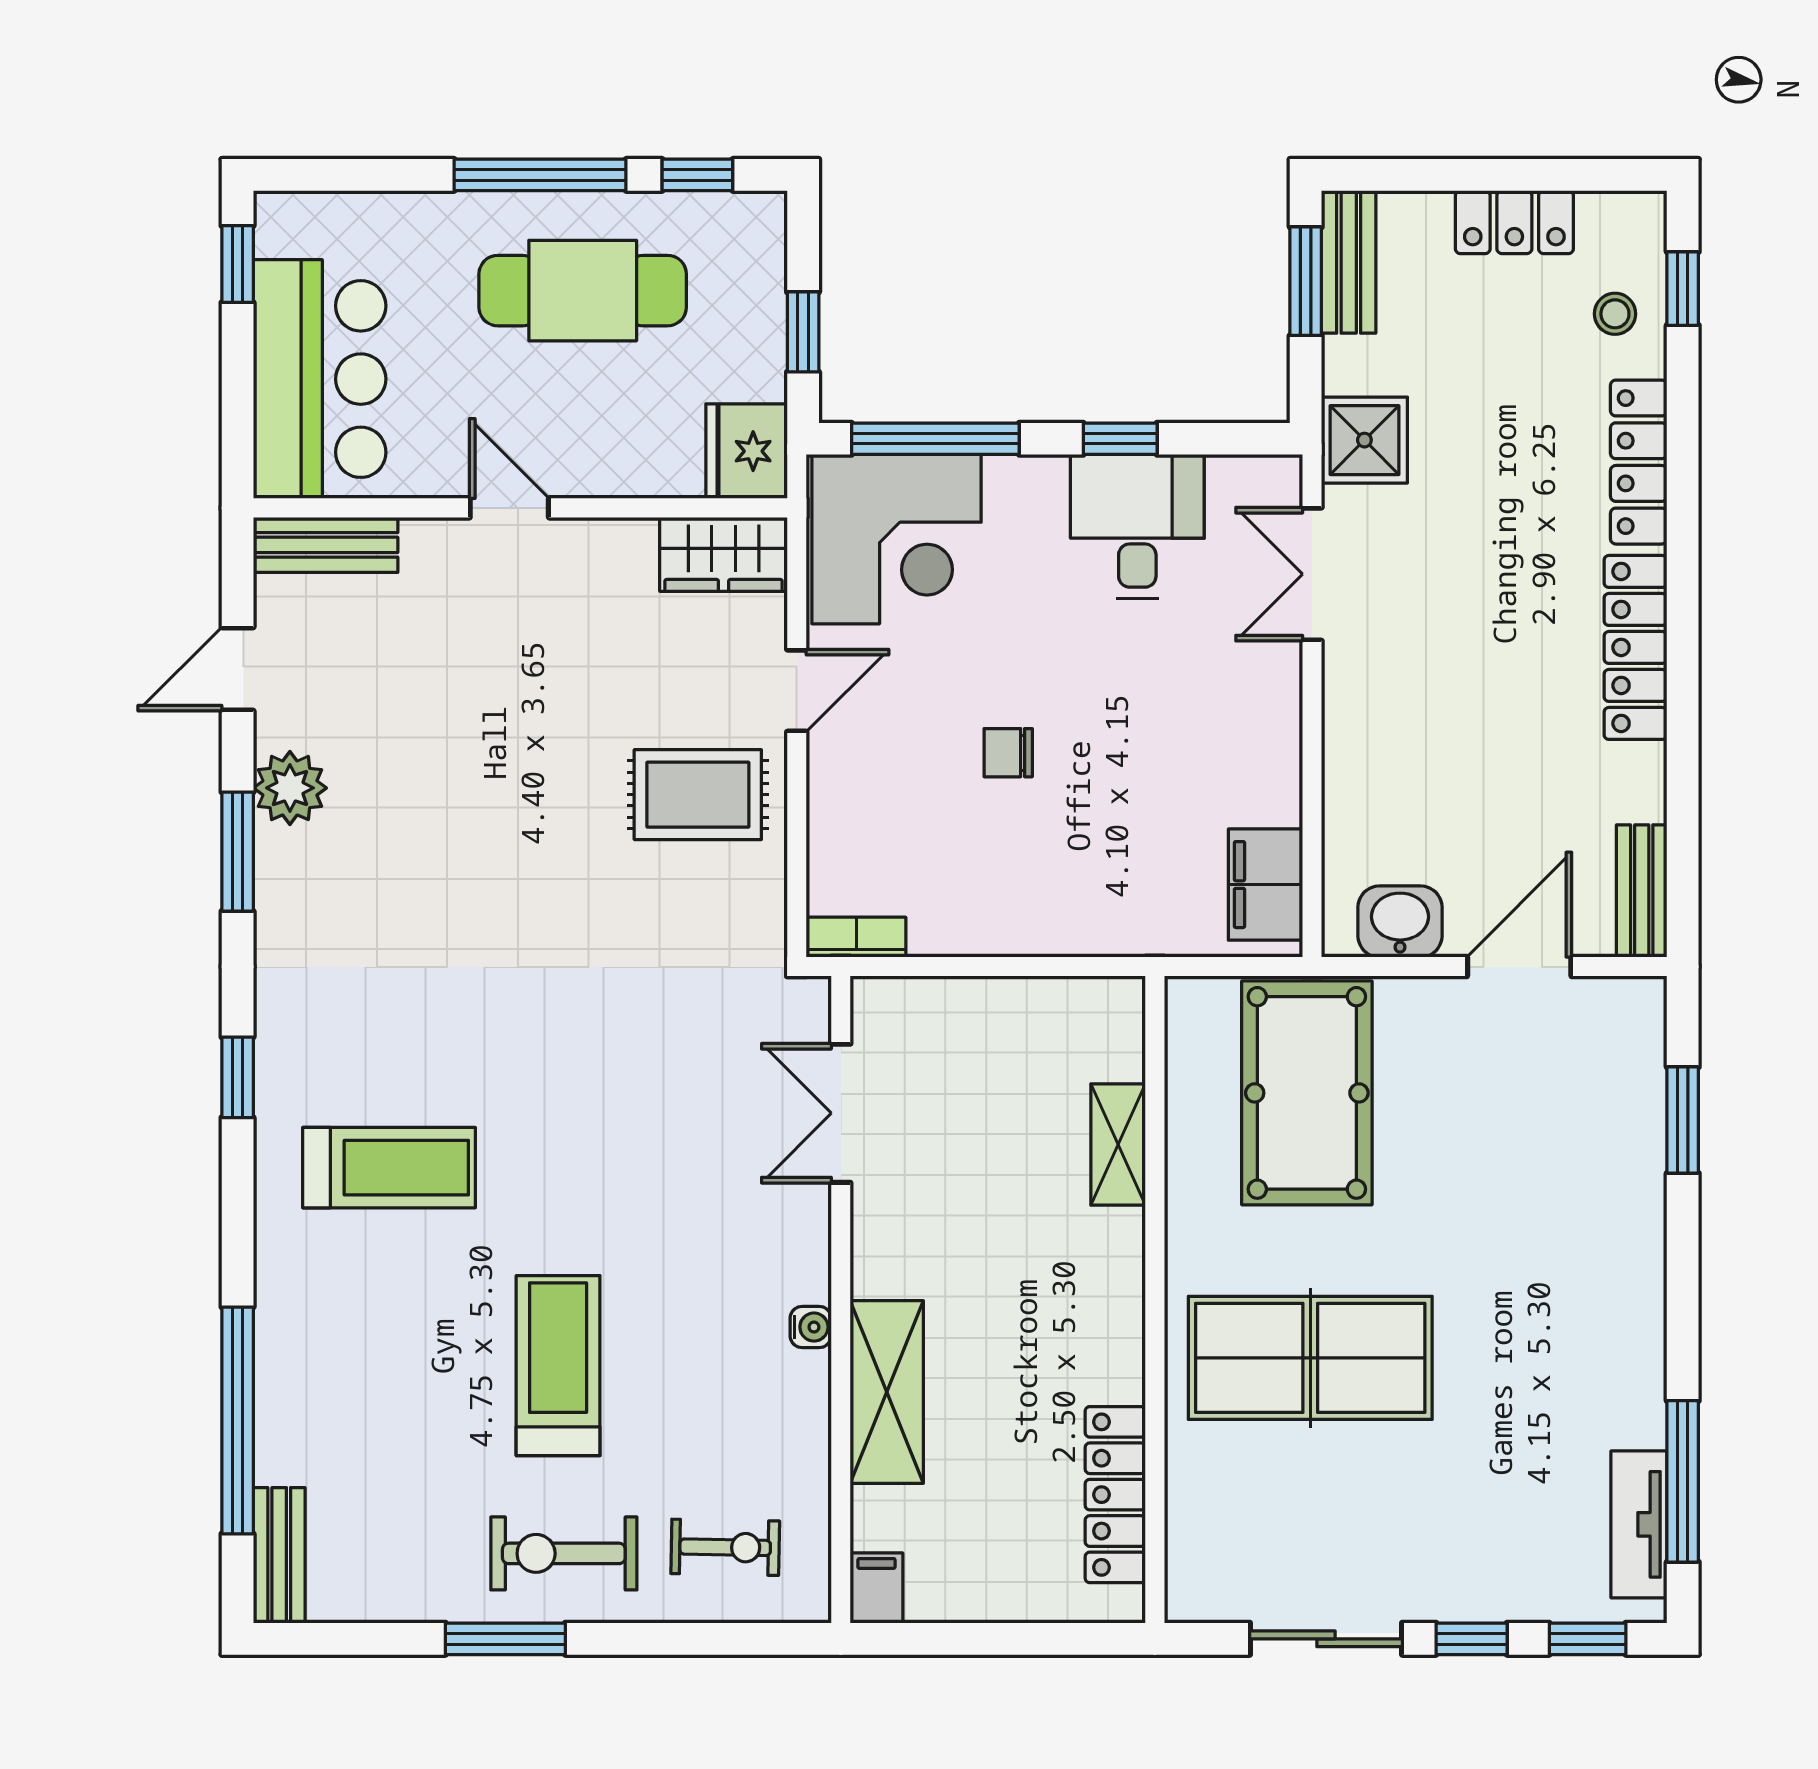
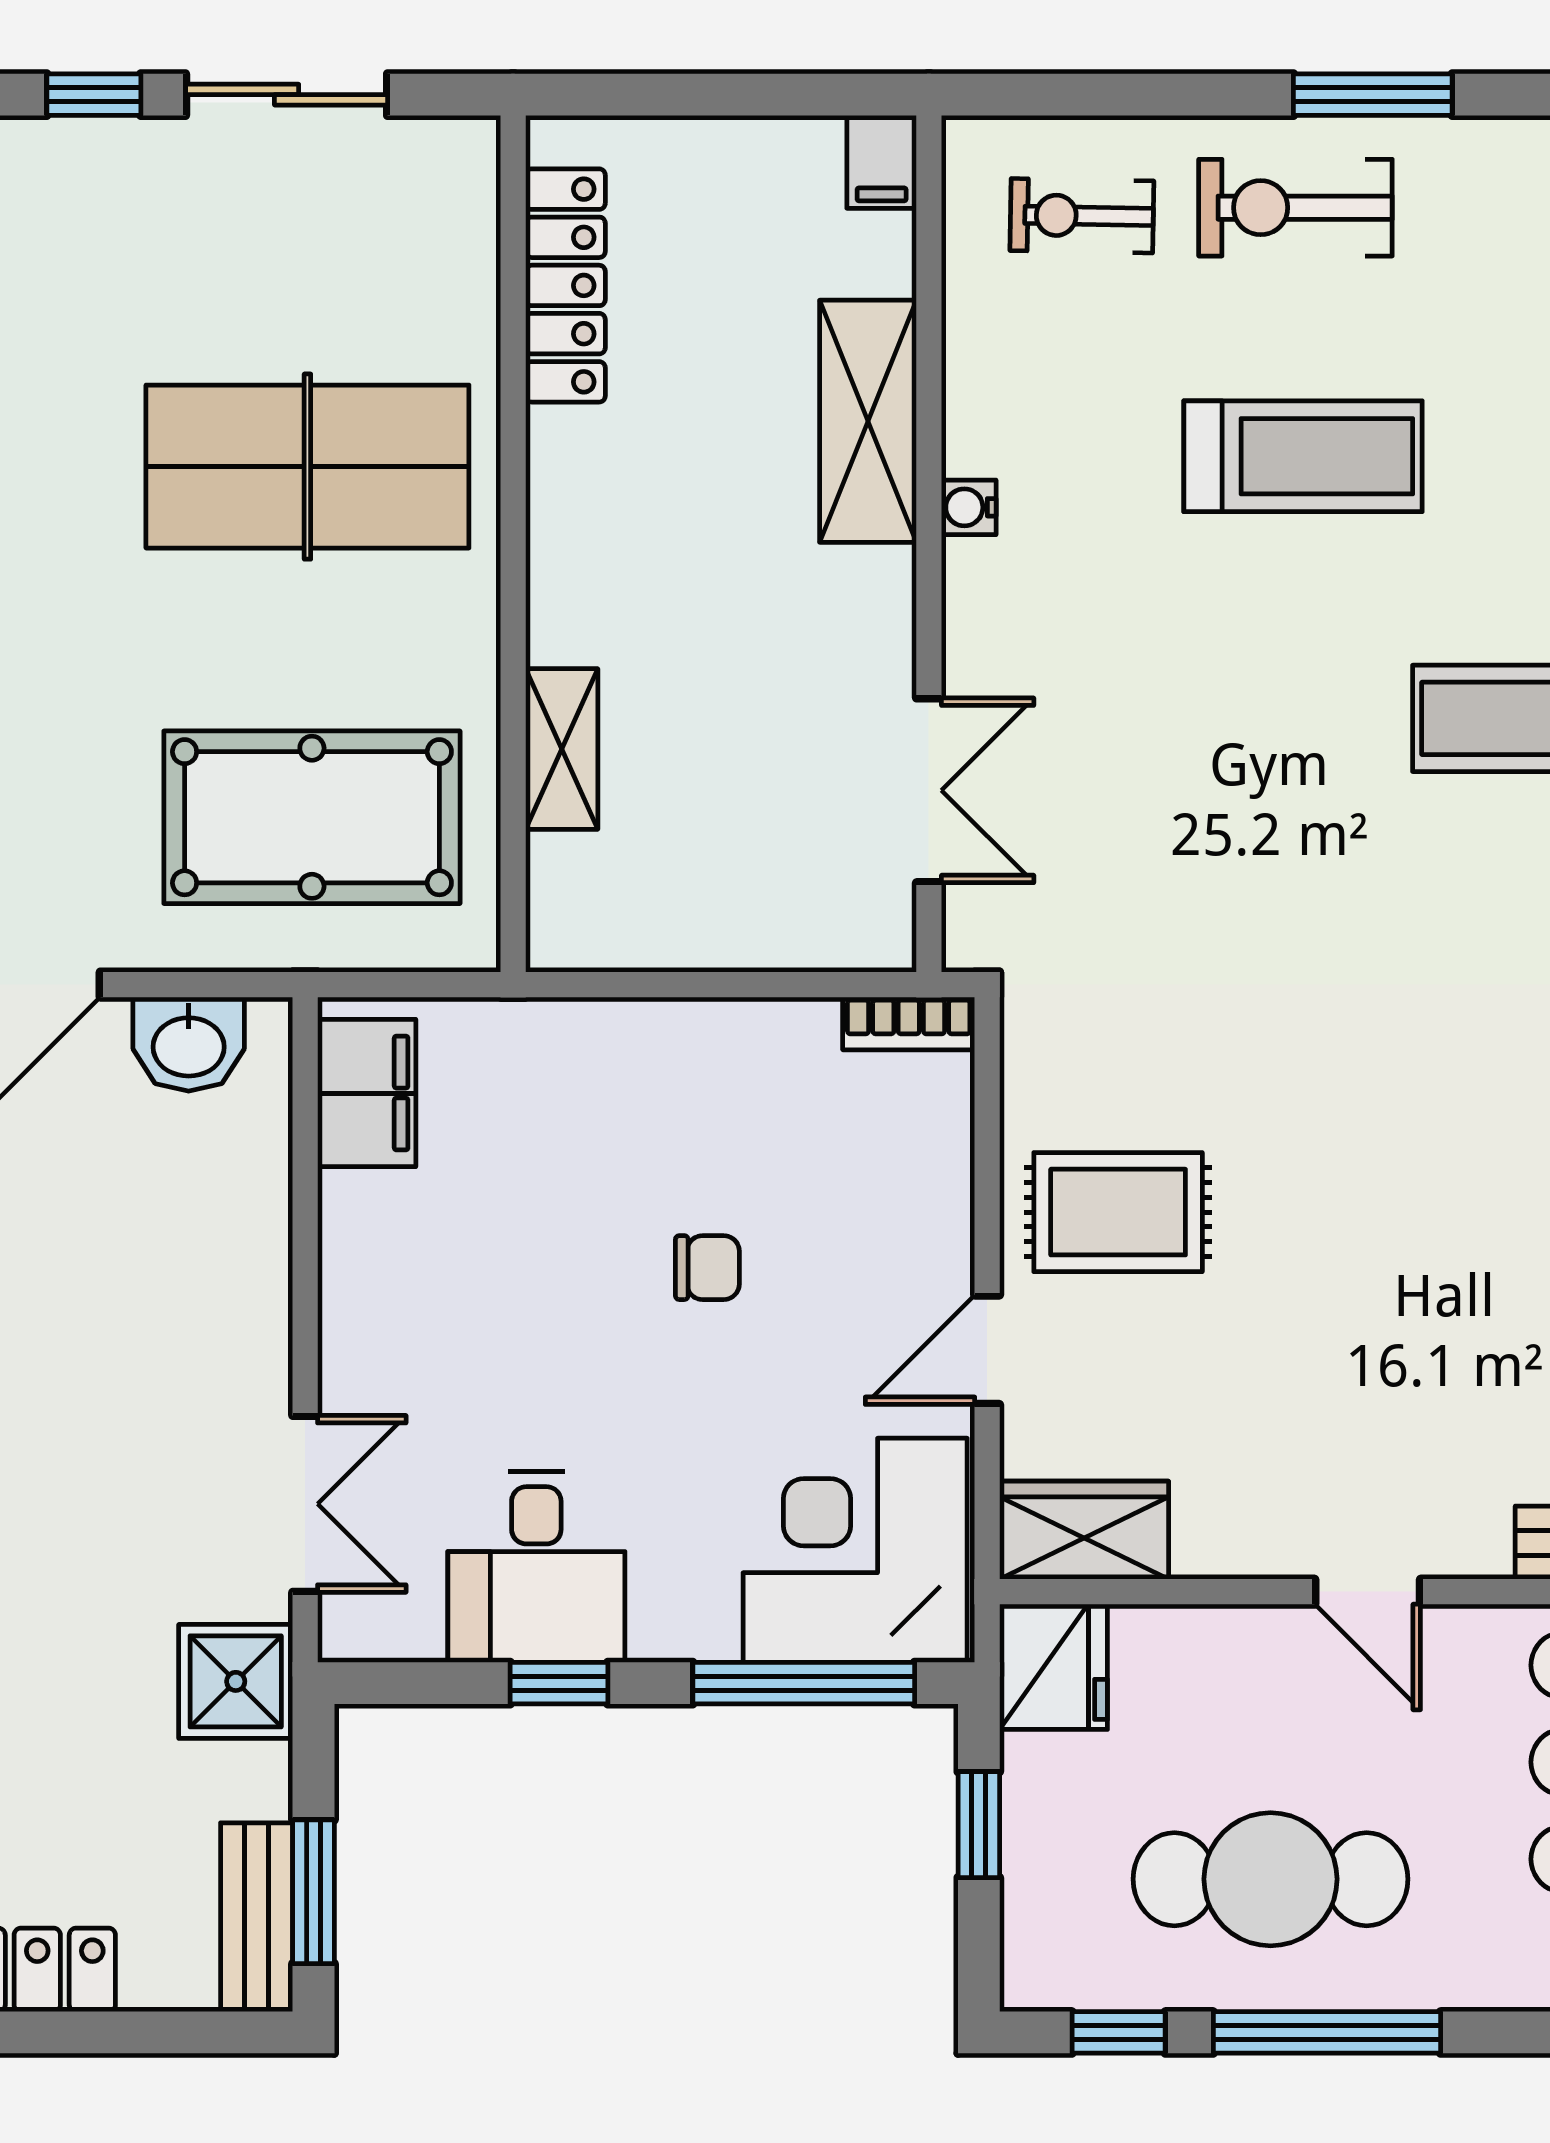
pool table: (1307, 1093) -> (312, 817), turned 90
treadmill: (558, 1366) -> (1303, 456), turned -90
exercise bike: (564, 1553) -> (1295, 208), turned 180

